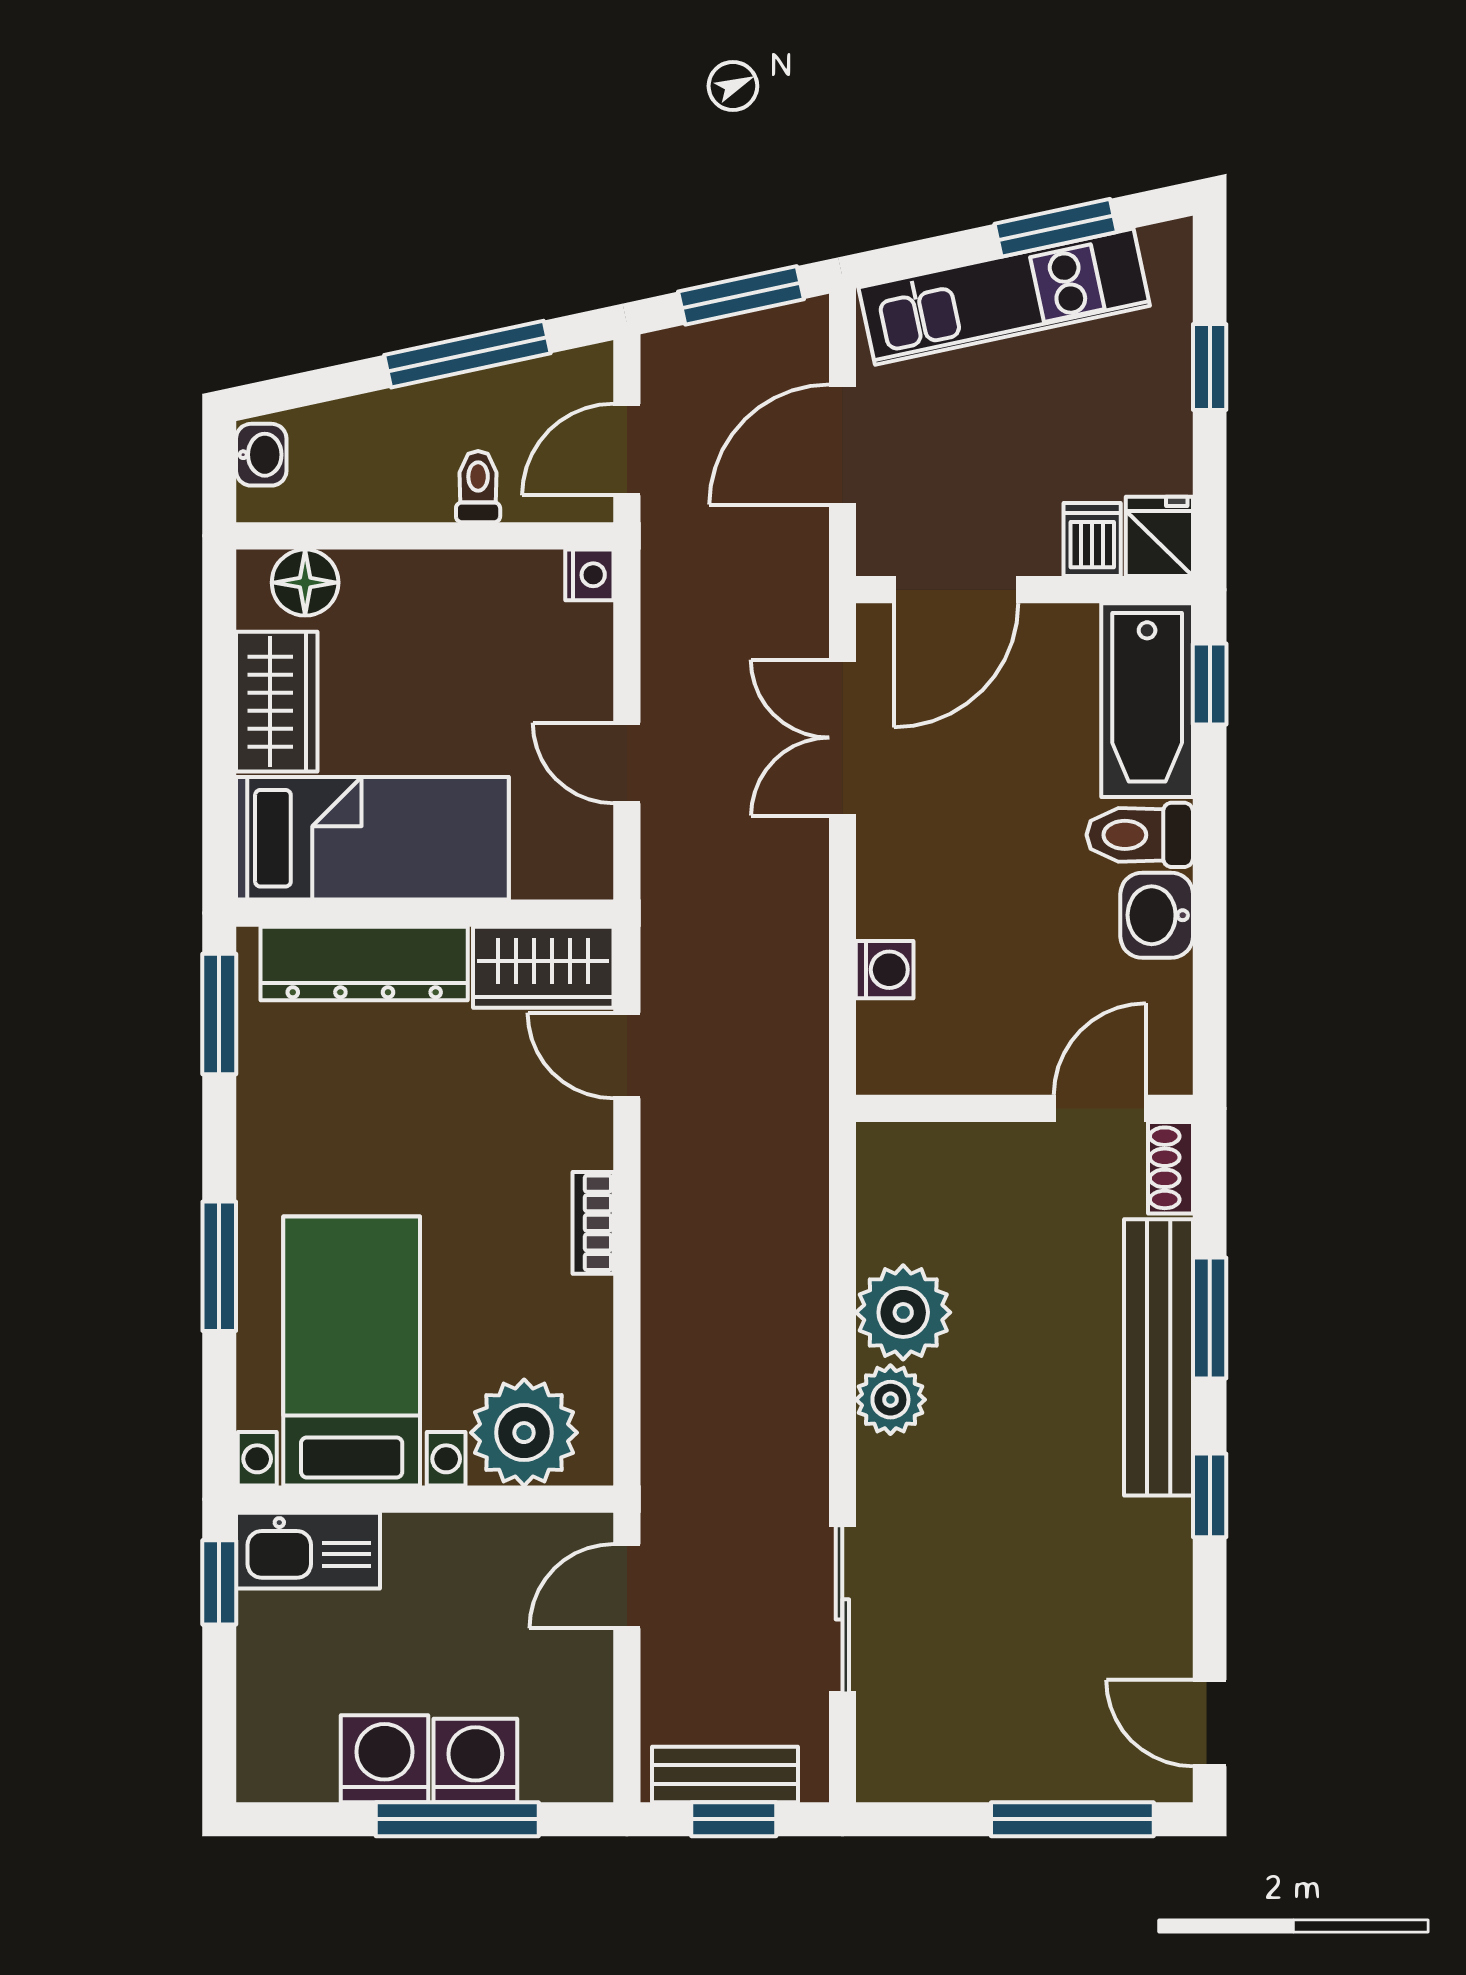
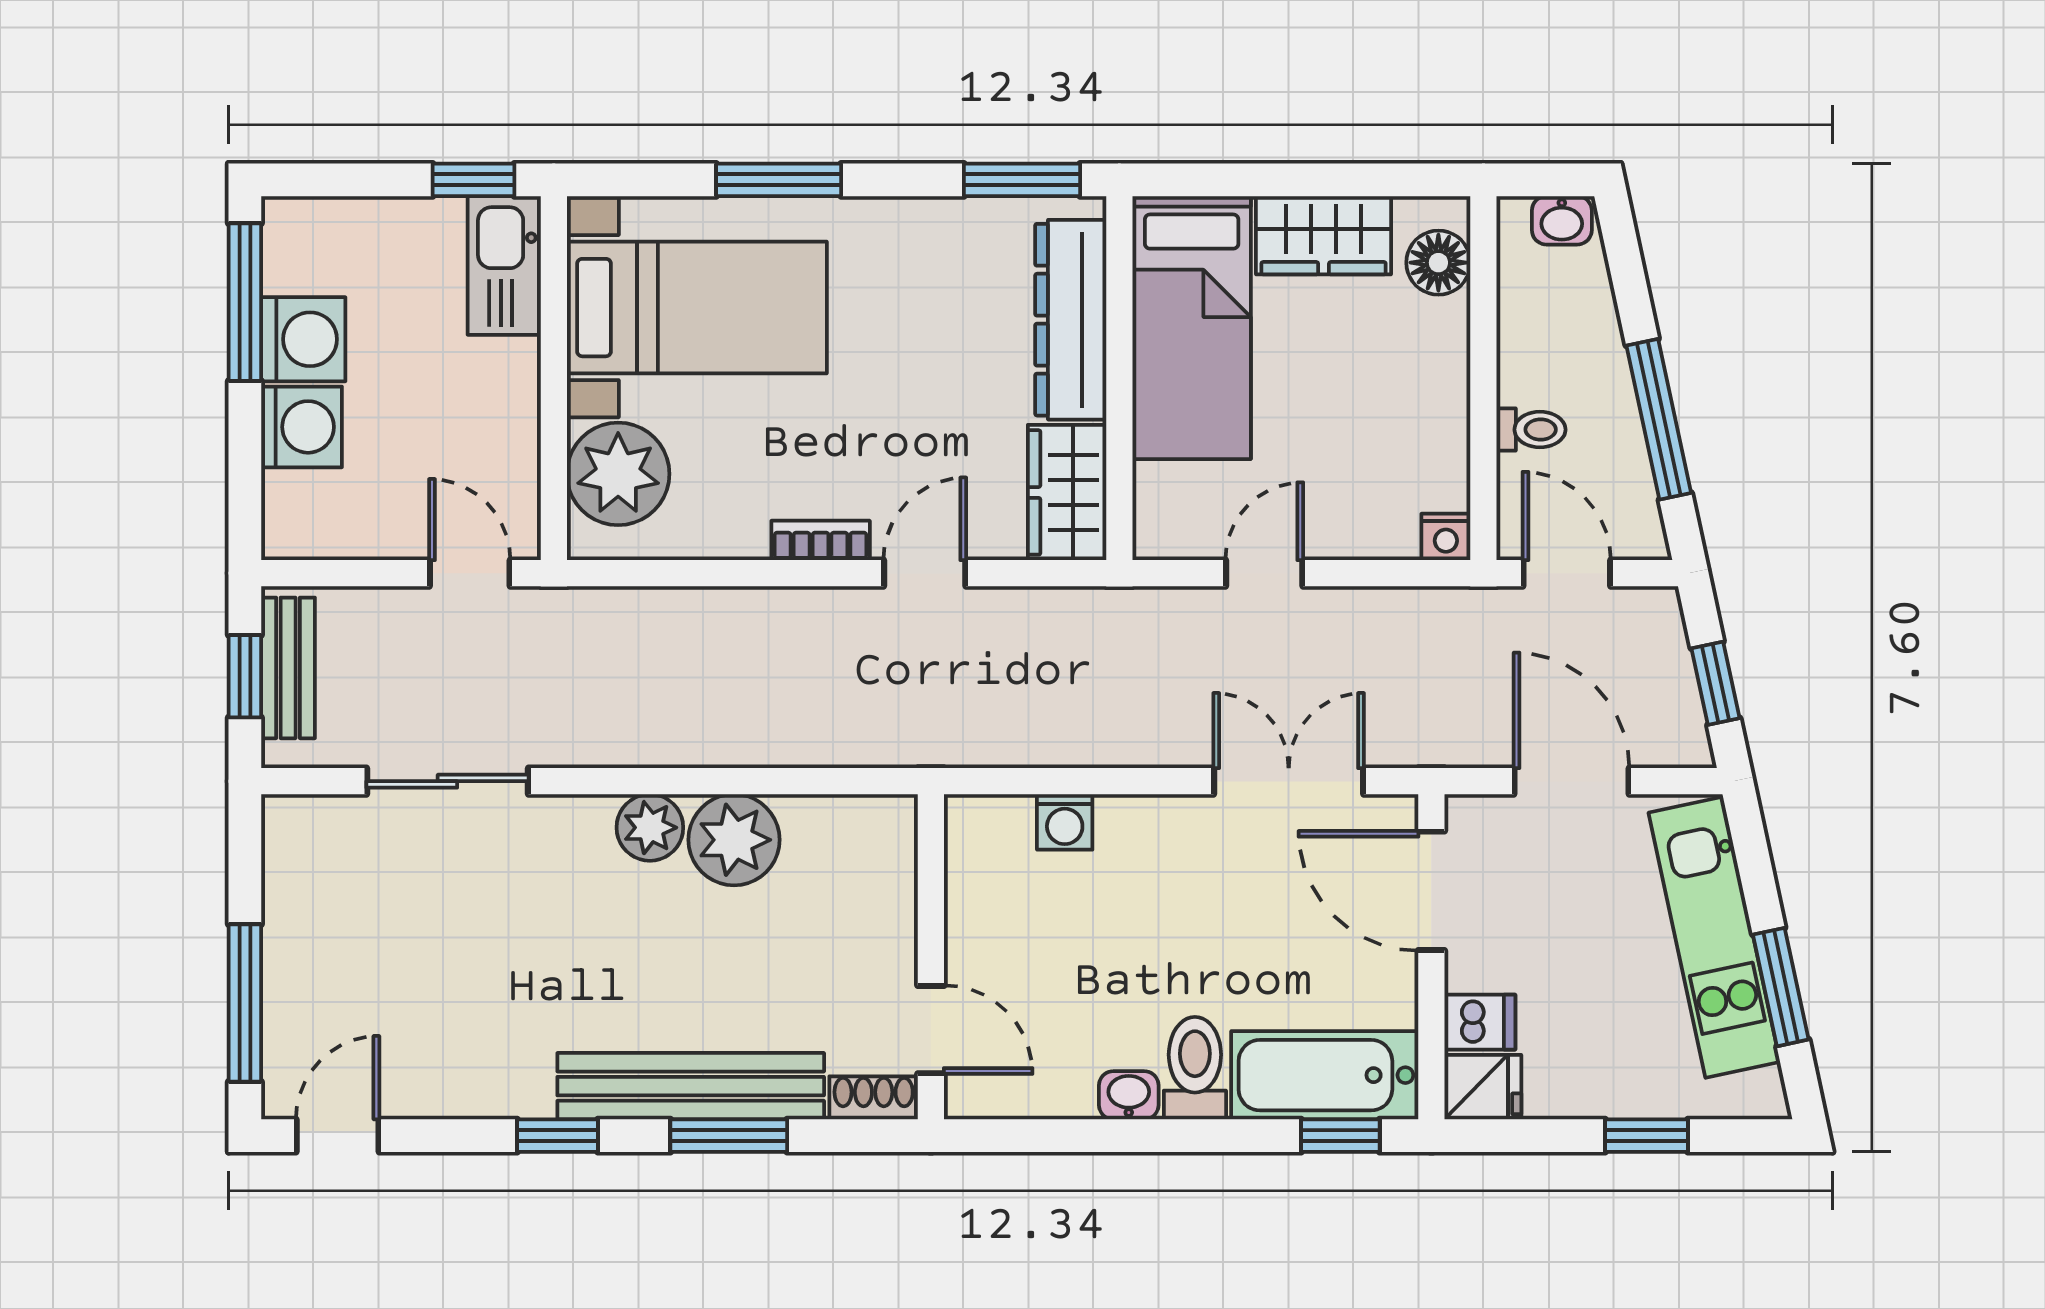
window: (741, 295) -> (1715, 683), width x0.67
washbasin: (1157, 915) -> (1129, 1095), width x0.72, depth x0.69
door: (627, 1056) -> (925, 573), moved
window: (457, 1819) -> (245, 302), moved

